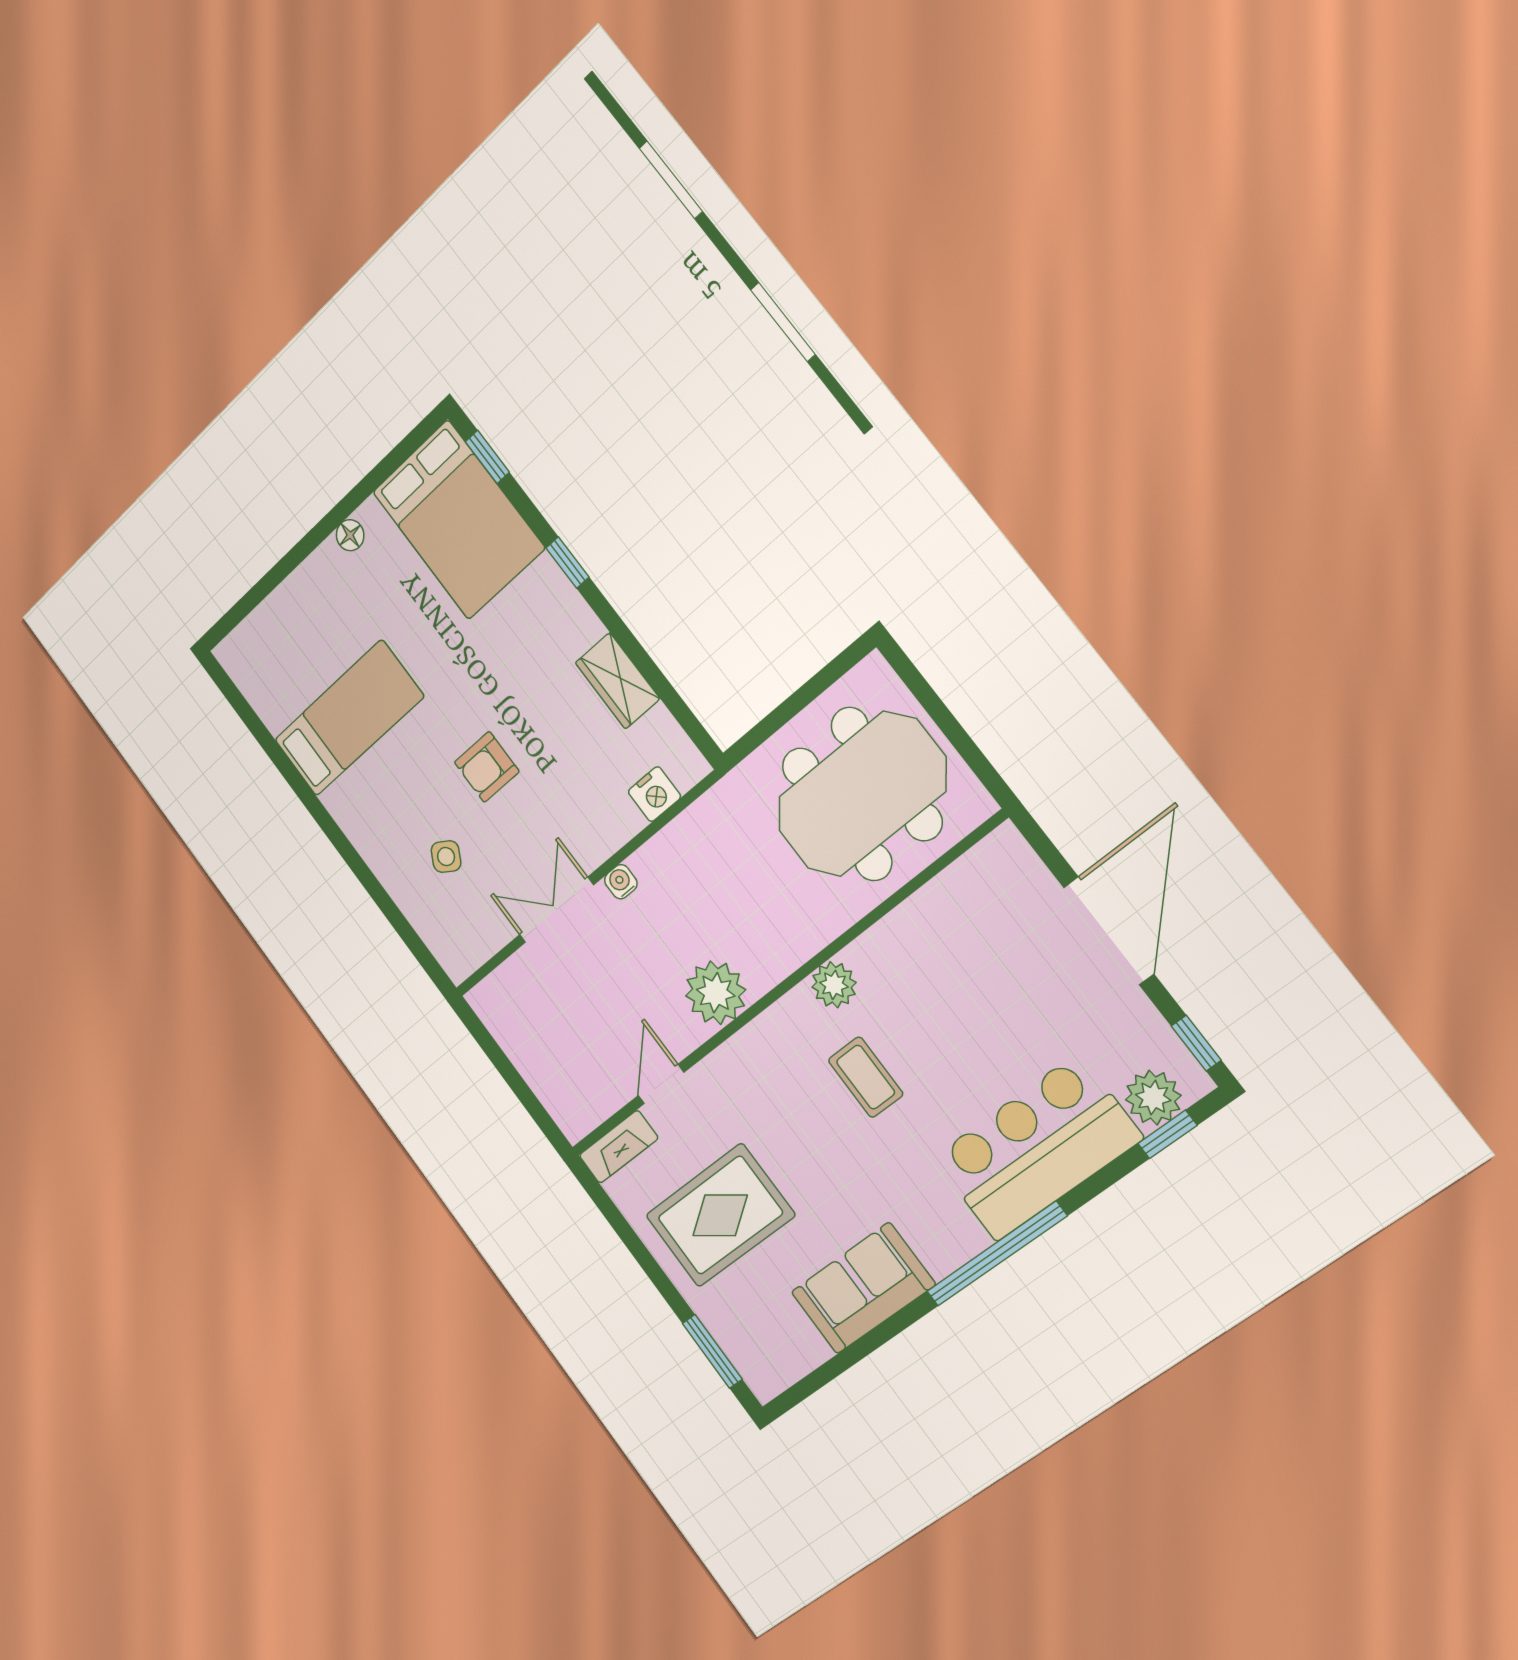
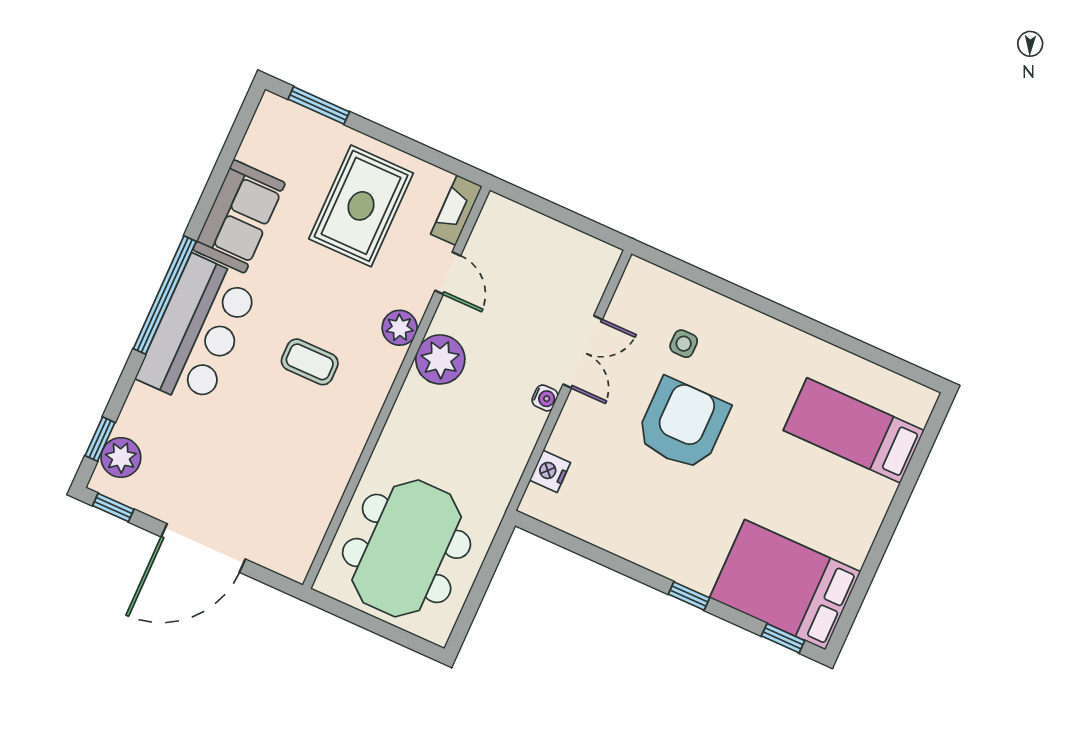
floor lamp: (350, 535) -> (865, 533), removed
wardrobe: (618, 681) -> (614, 534), removed
bed: (349, 718) -> (854, 430), moved, turned 90
armchair: (487, 767) -> (683, 424), width x1.88, depth x1.88
side table: (446, 857) -> (684, 344), turned -31
door: (1109, 931) -> (203, 548), hinge flipped
plant: (834, 985) -> (400, 328), moved
bar counter: (1037, 1148) -> (198, 331), moved

